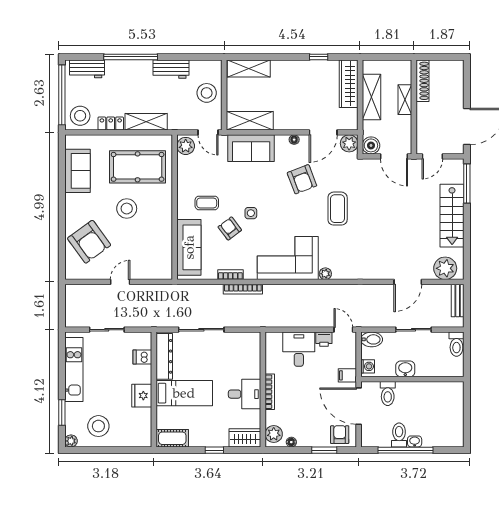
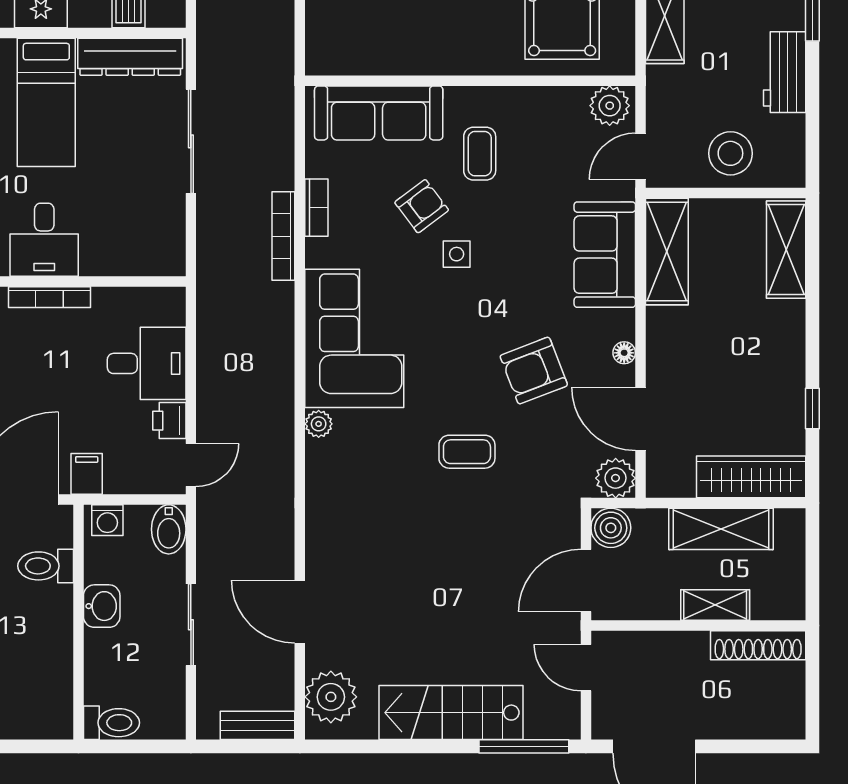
coffee table: (338, 209) -> (467, 452), width x0.73, depth x0.77
toilet: (456, 344) -> (111, 723), moved, turned 180

